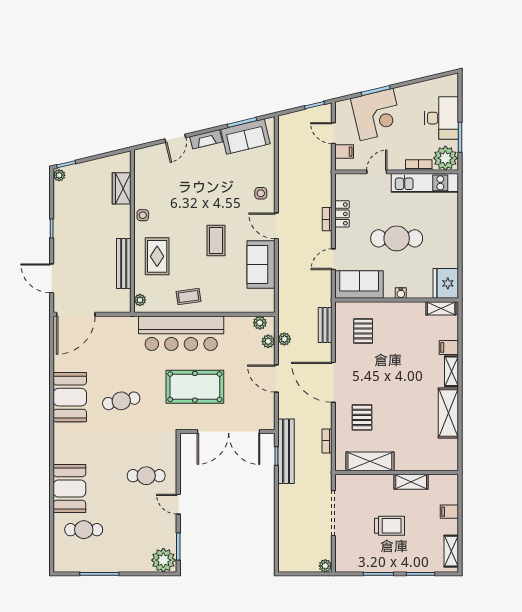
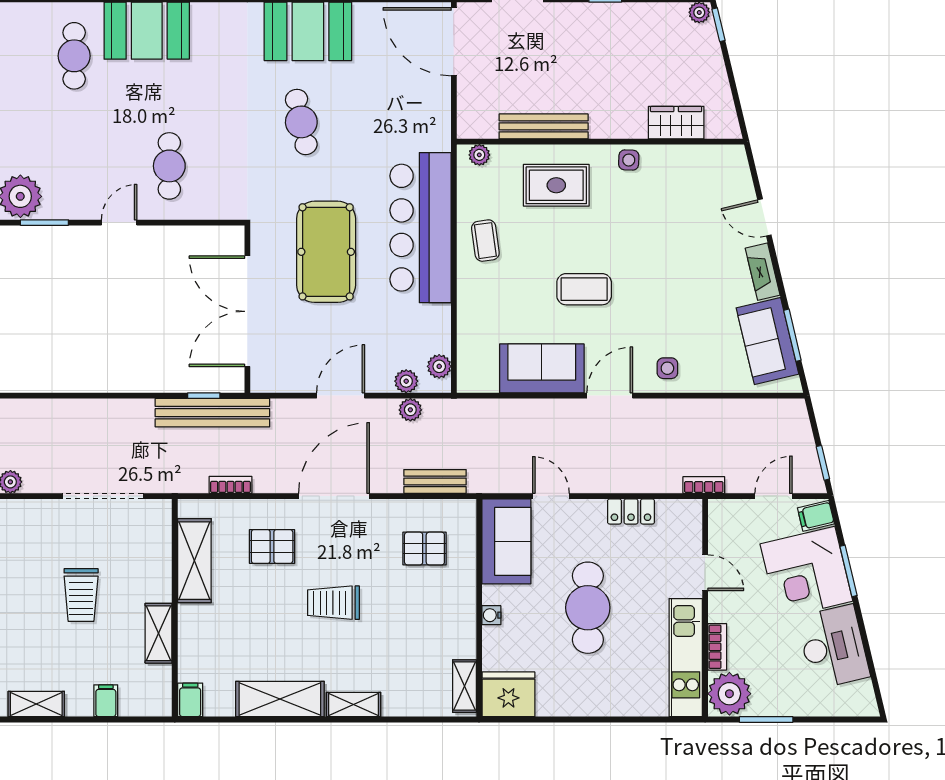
desk: (442, 118) -> (833, 647), moved, turned -103
filing cabinet: (344, 152) -> (816, 516), moved, turned 77
bookcase: (327, 219) -> (704, 485), moved
filing cabinet: (449, 347) -> (190, 700), moved
trolley: (394, 383) -> (333, 603), added

